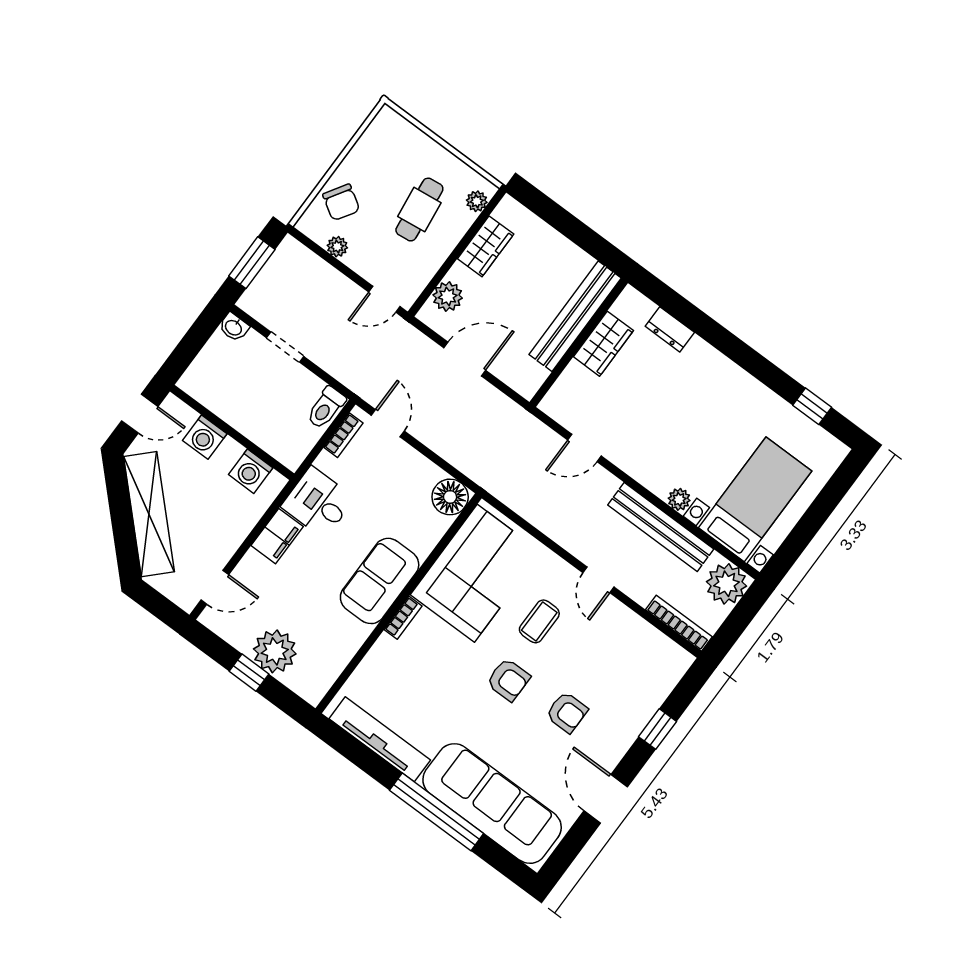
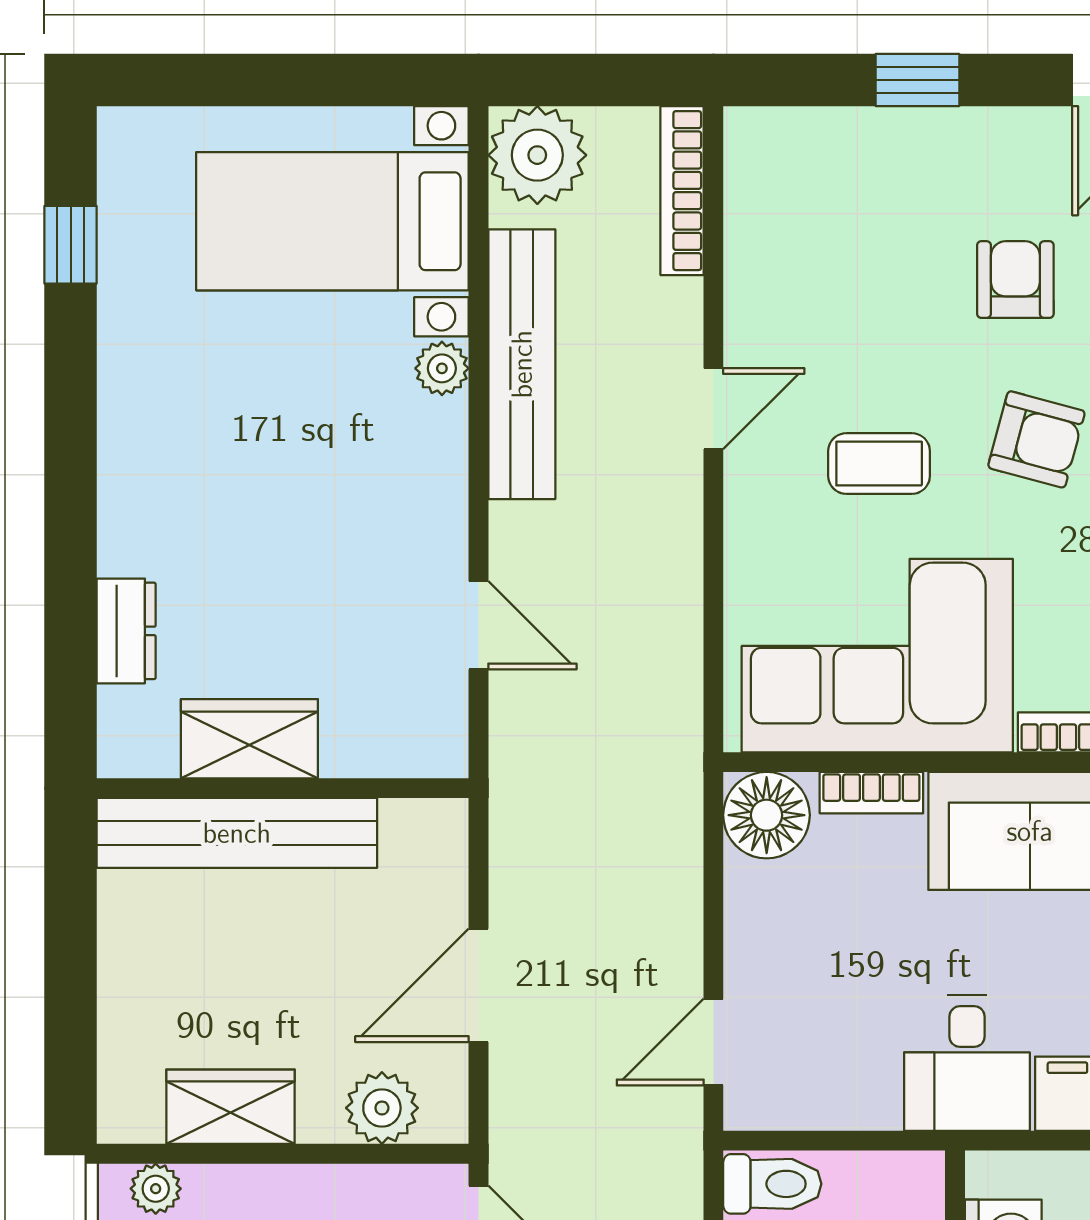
door: (465, 359) -> (478, 985), hinge flipped
bookcase: (343, 435) -> (871, 793), moved, turned 180
armchair: (508, 680) -> (1036, 439), turned 105

